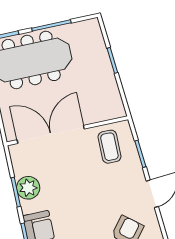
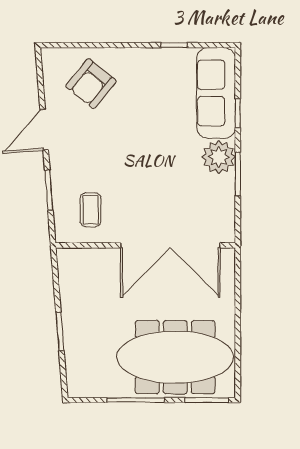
coffee table: (109, 147) -> (90, 210), width x0.73, depth x0.77
plant: (28, 188) -> (219, 157), moved

